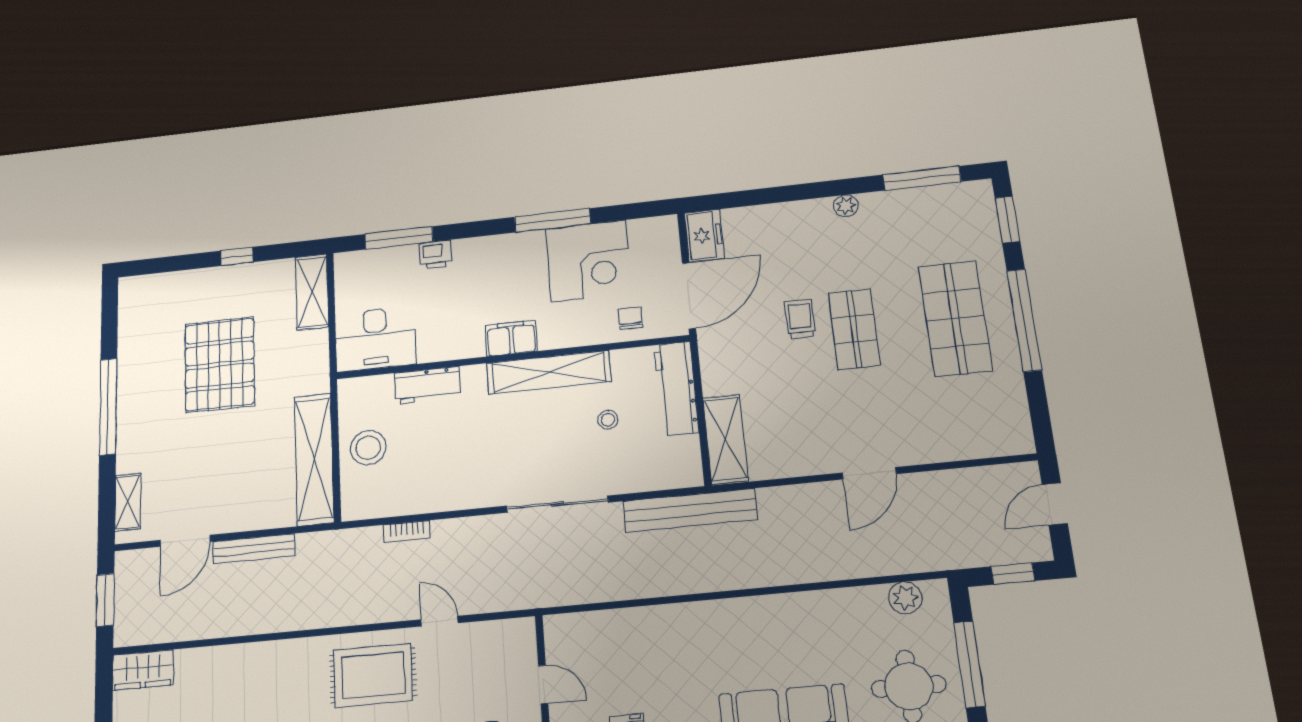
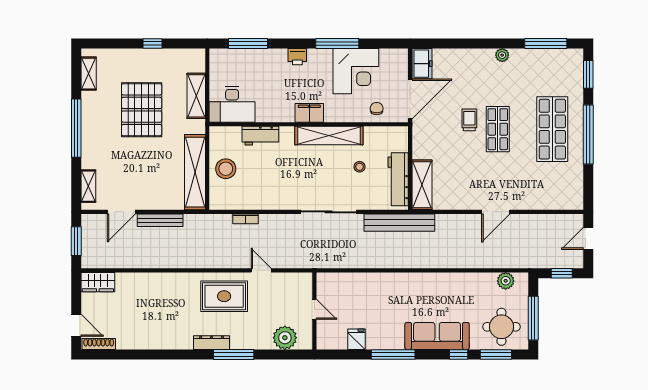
printer: (435, 255) -> (297, 57), moved
shelving: (312, 292) -> (196, 96), moved
shelving: (130, 316) -> (89, 74), added
workbench: (676, 389) -> (398, 179), moved

